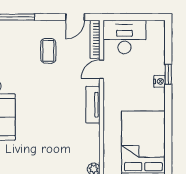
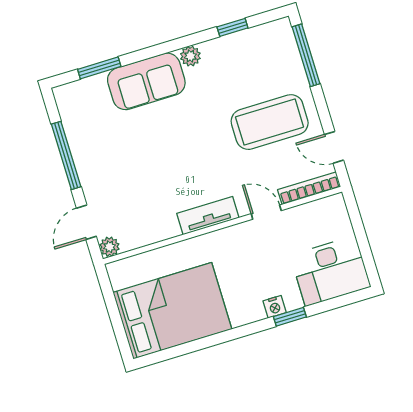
desk: (124, 37) -> (330, 271), moved, turned 90
coffee table: (48, 51) -> (270, 122), width x1.86, depth x1.72

